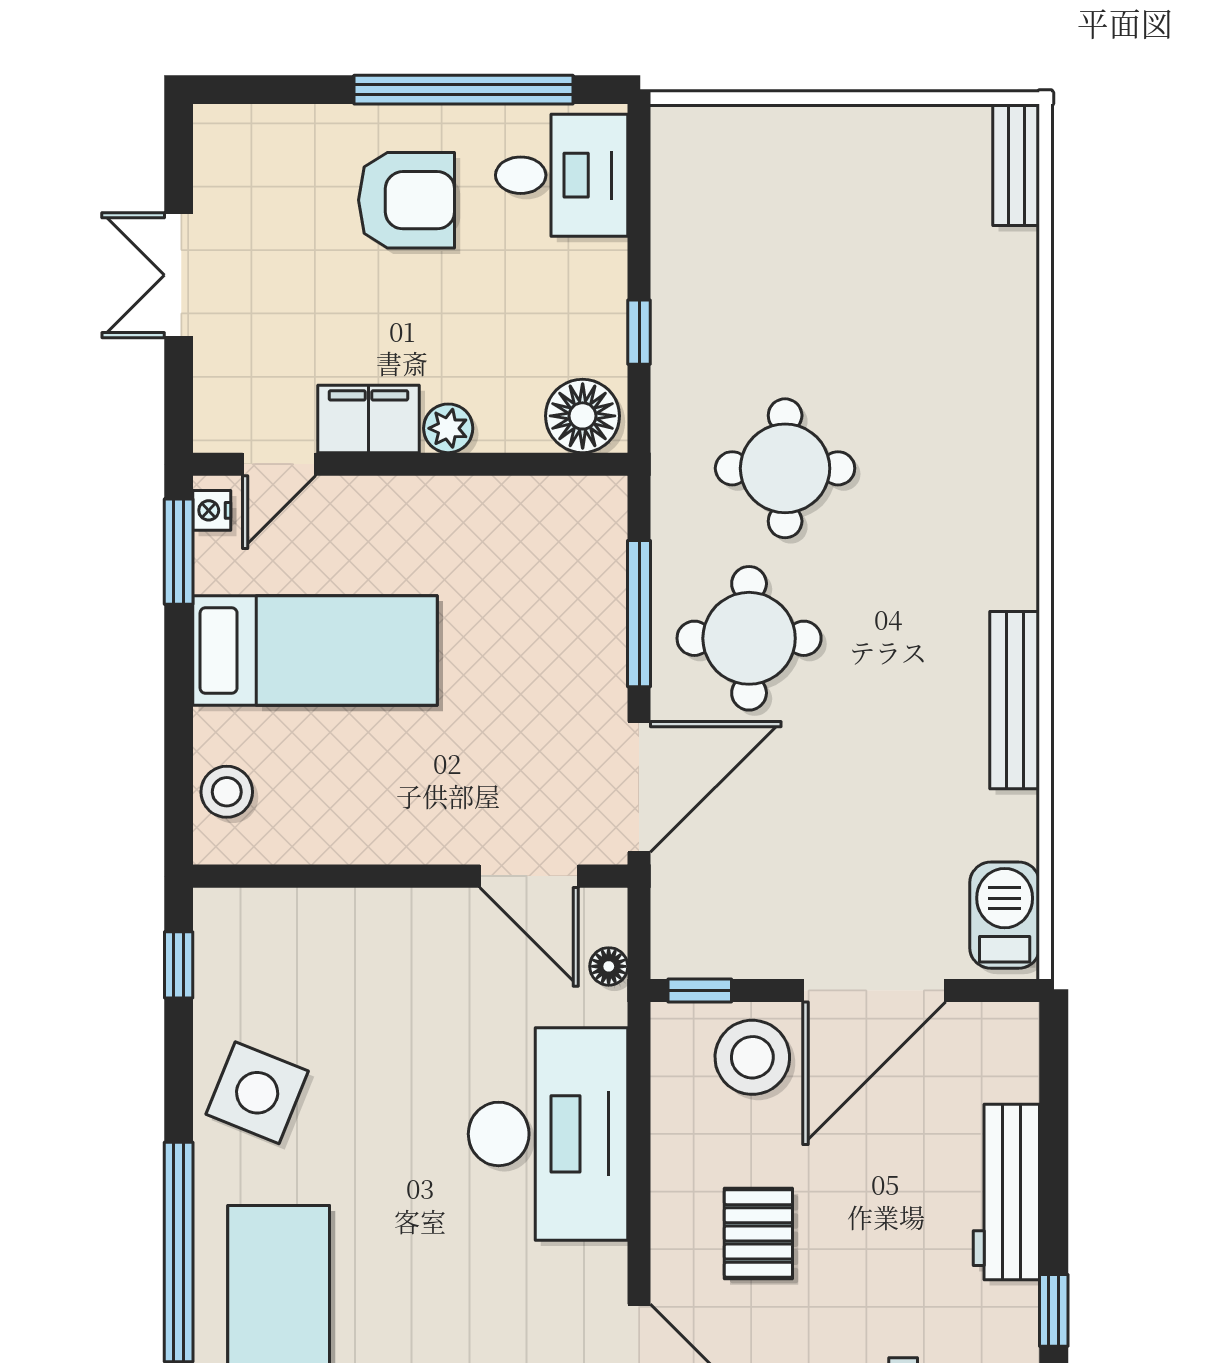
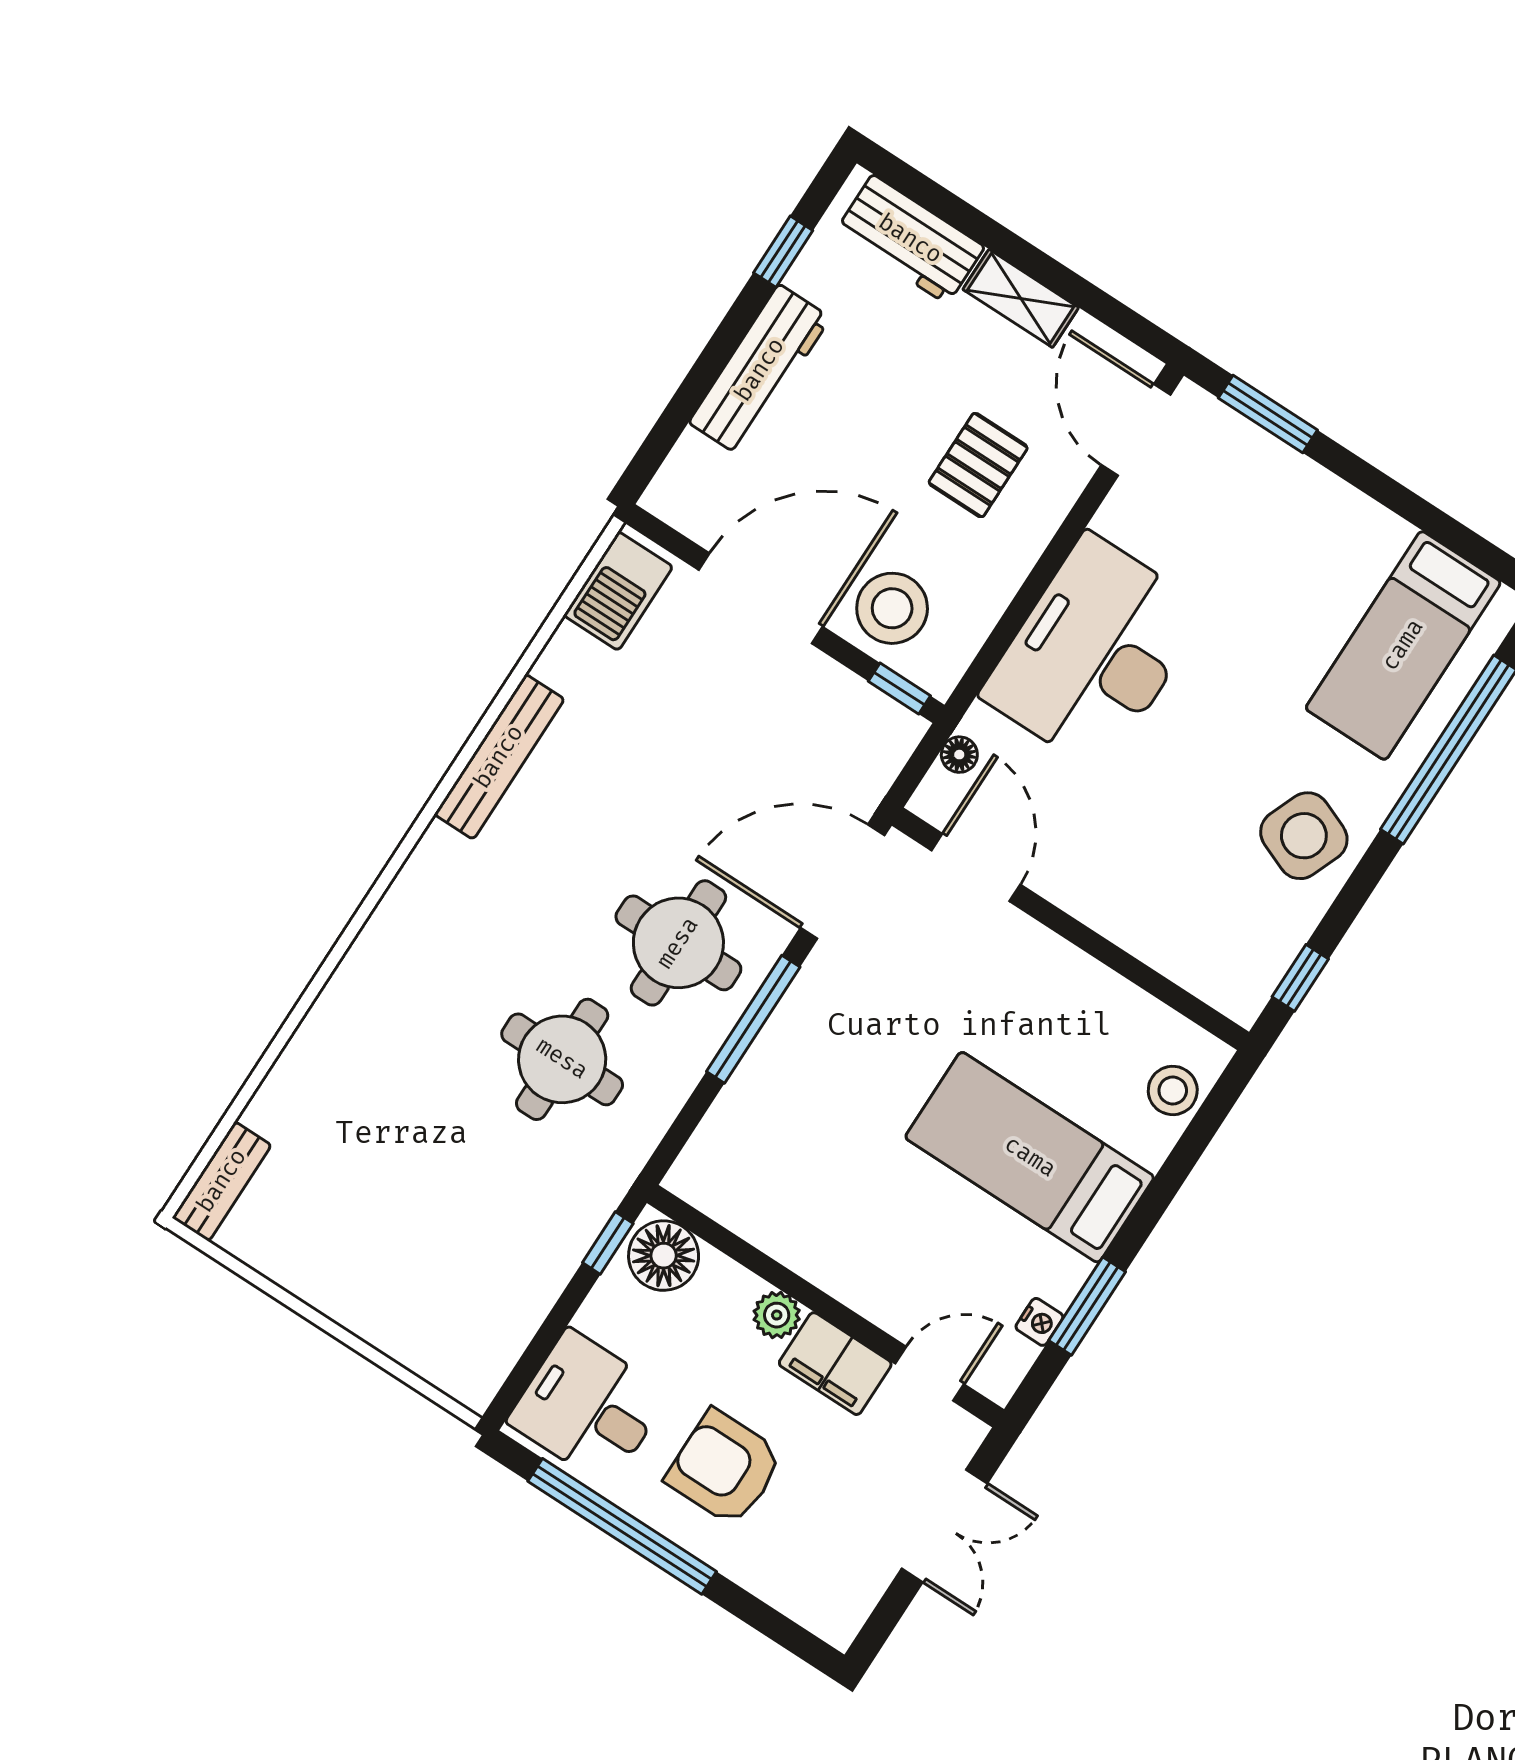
floor lamp: (583, 416) -> (664, 1256), moved
filing cabinet: (368, 419) -> (835, 1364), moved
plant: (448, 428) -> (777, 1315), moved
door: (279, 464) -> (930, 1374), moved
wall: (410, 464) -> (825, 1306), moved

